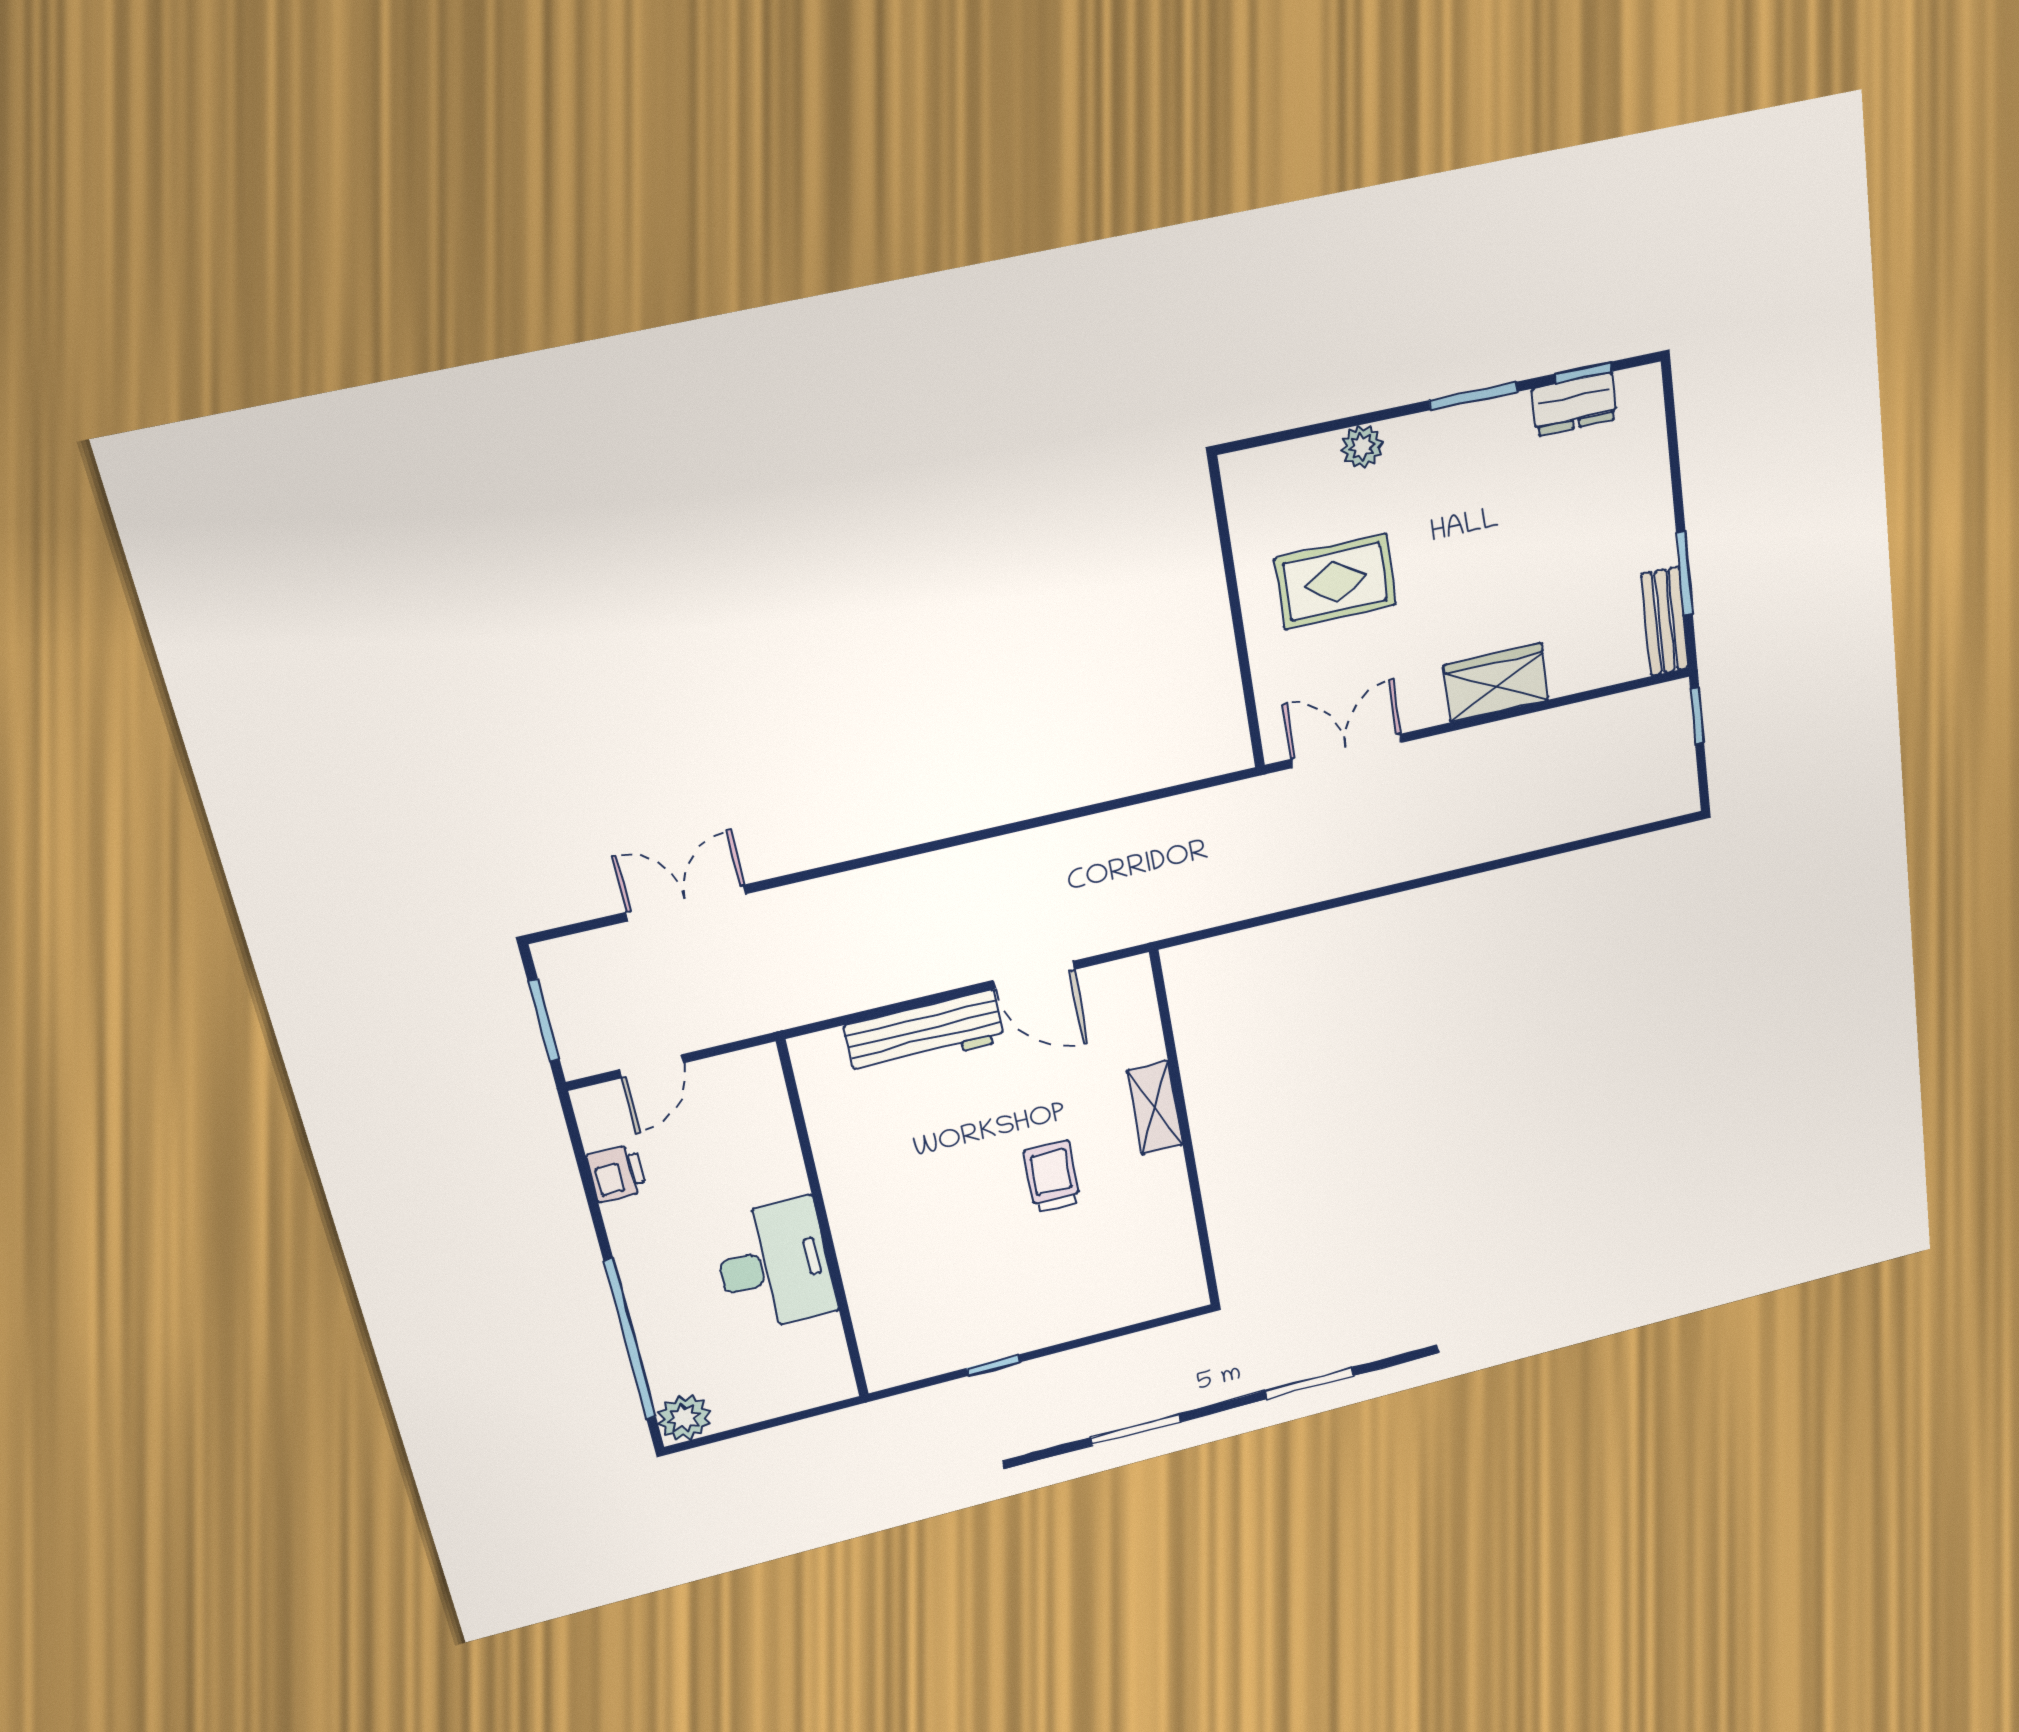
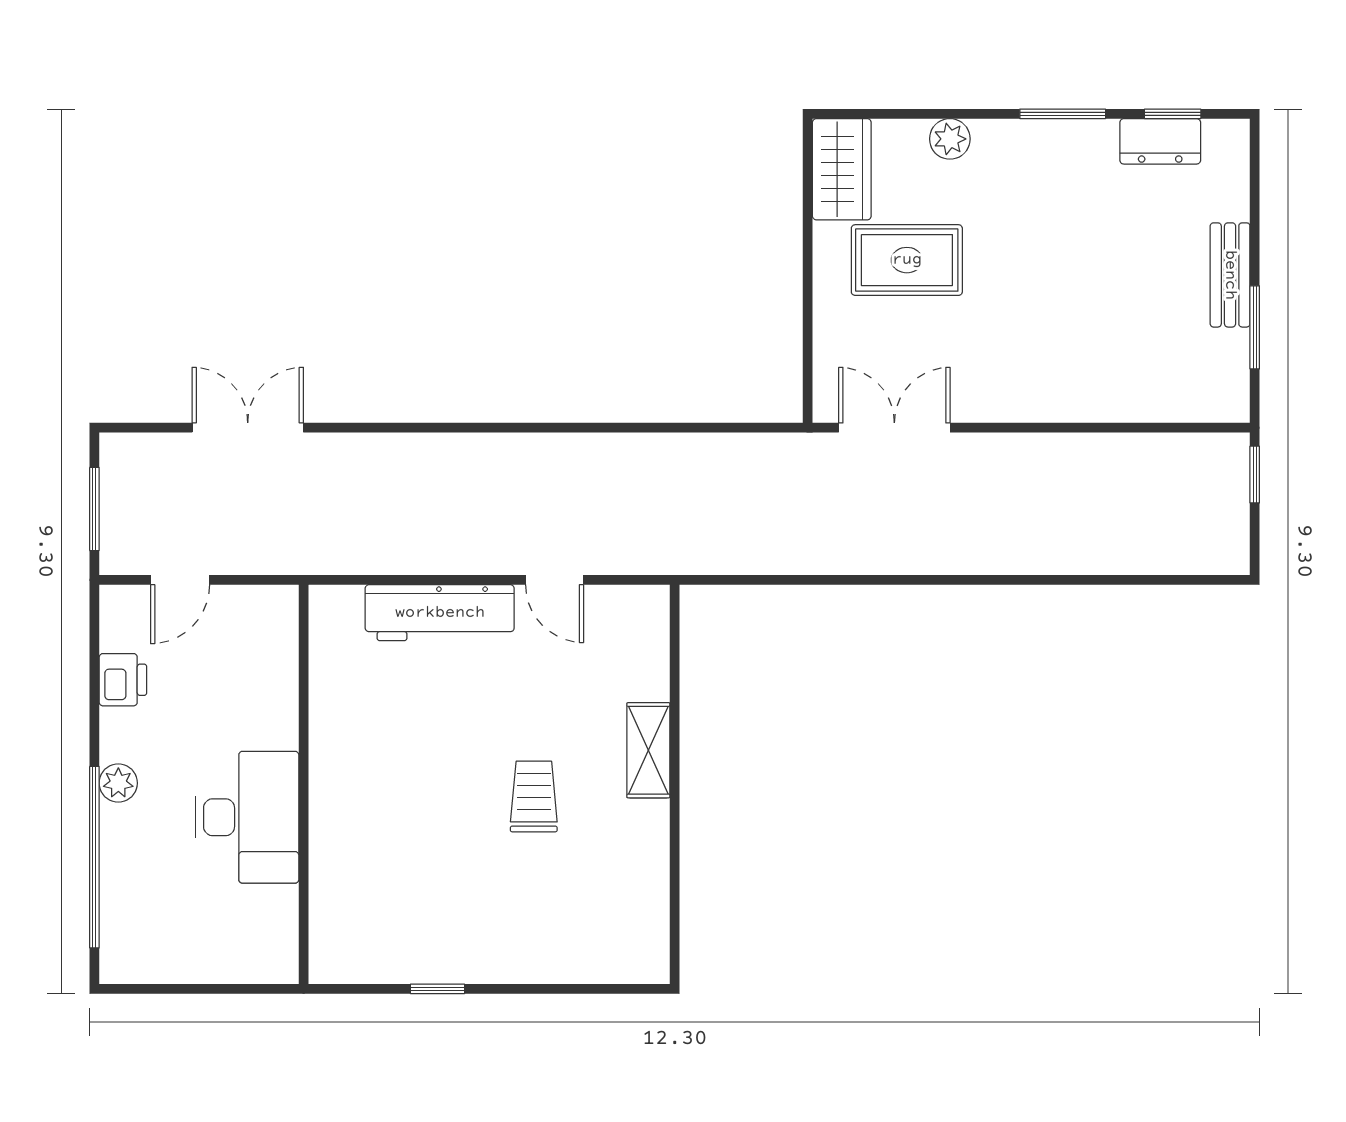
bench: (1665, 621) -> (1230, 275), moved
wardrobe: (1496, 682) -> (842, 169), moved, turned 90
door: (1034, 975) -> (555, 580), width x0.73
plant: (684, 1418) -> (118, 783), moved, width x0.73, depth x0.73

